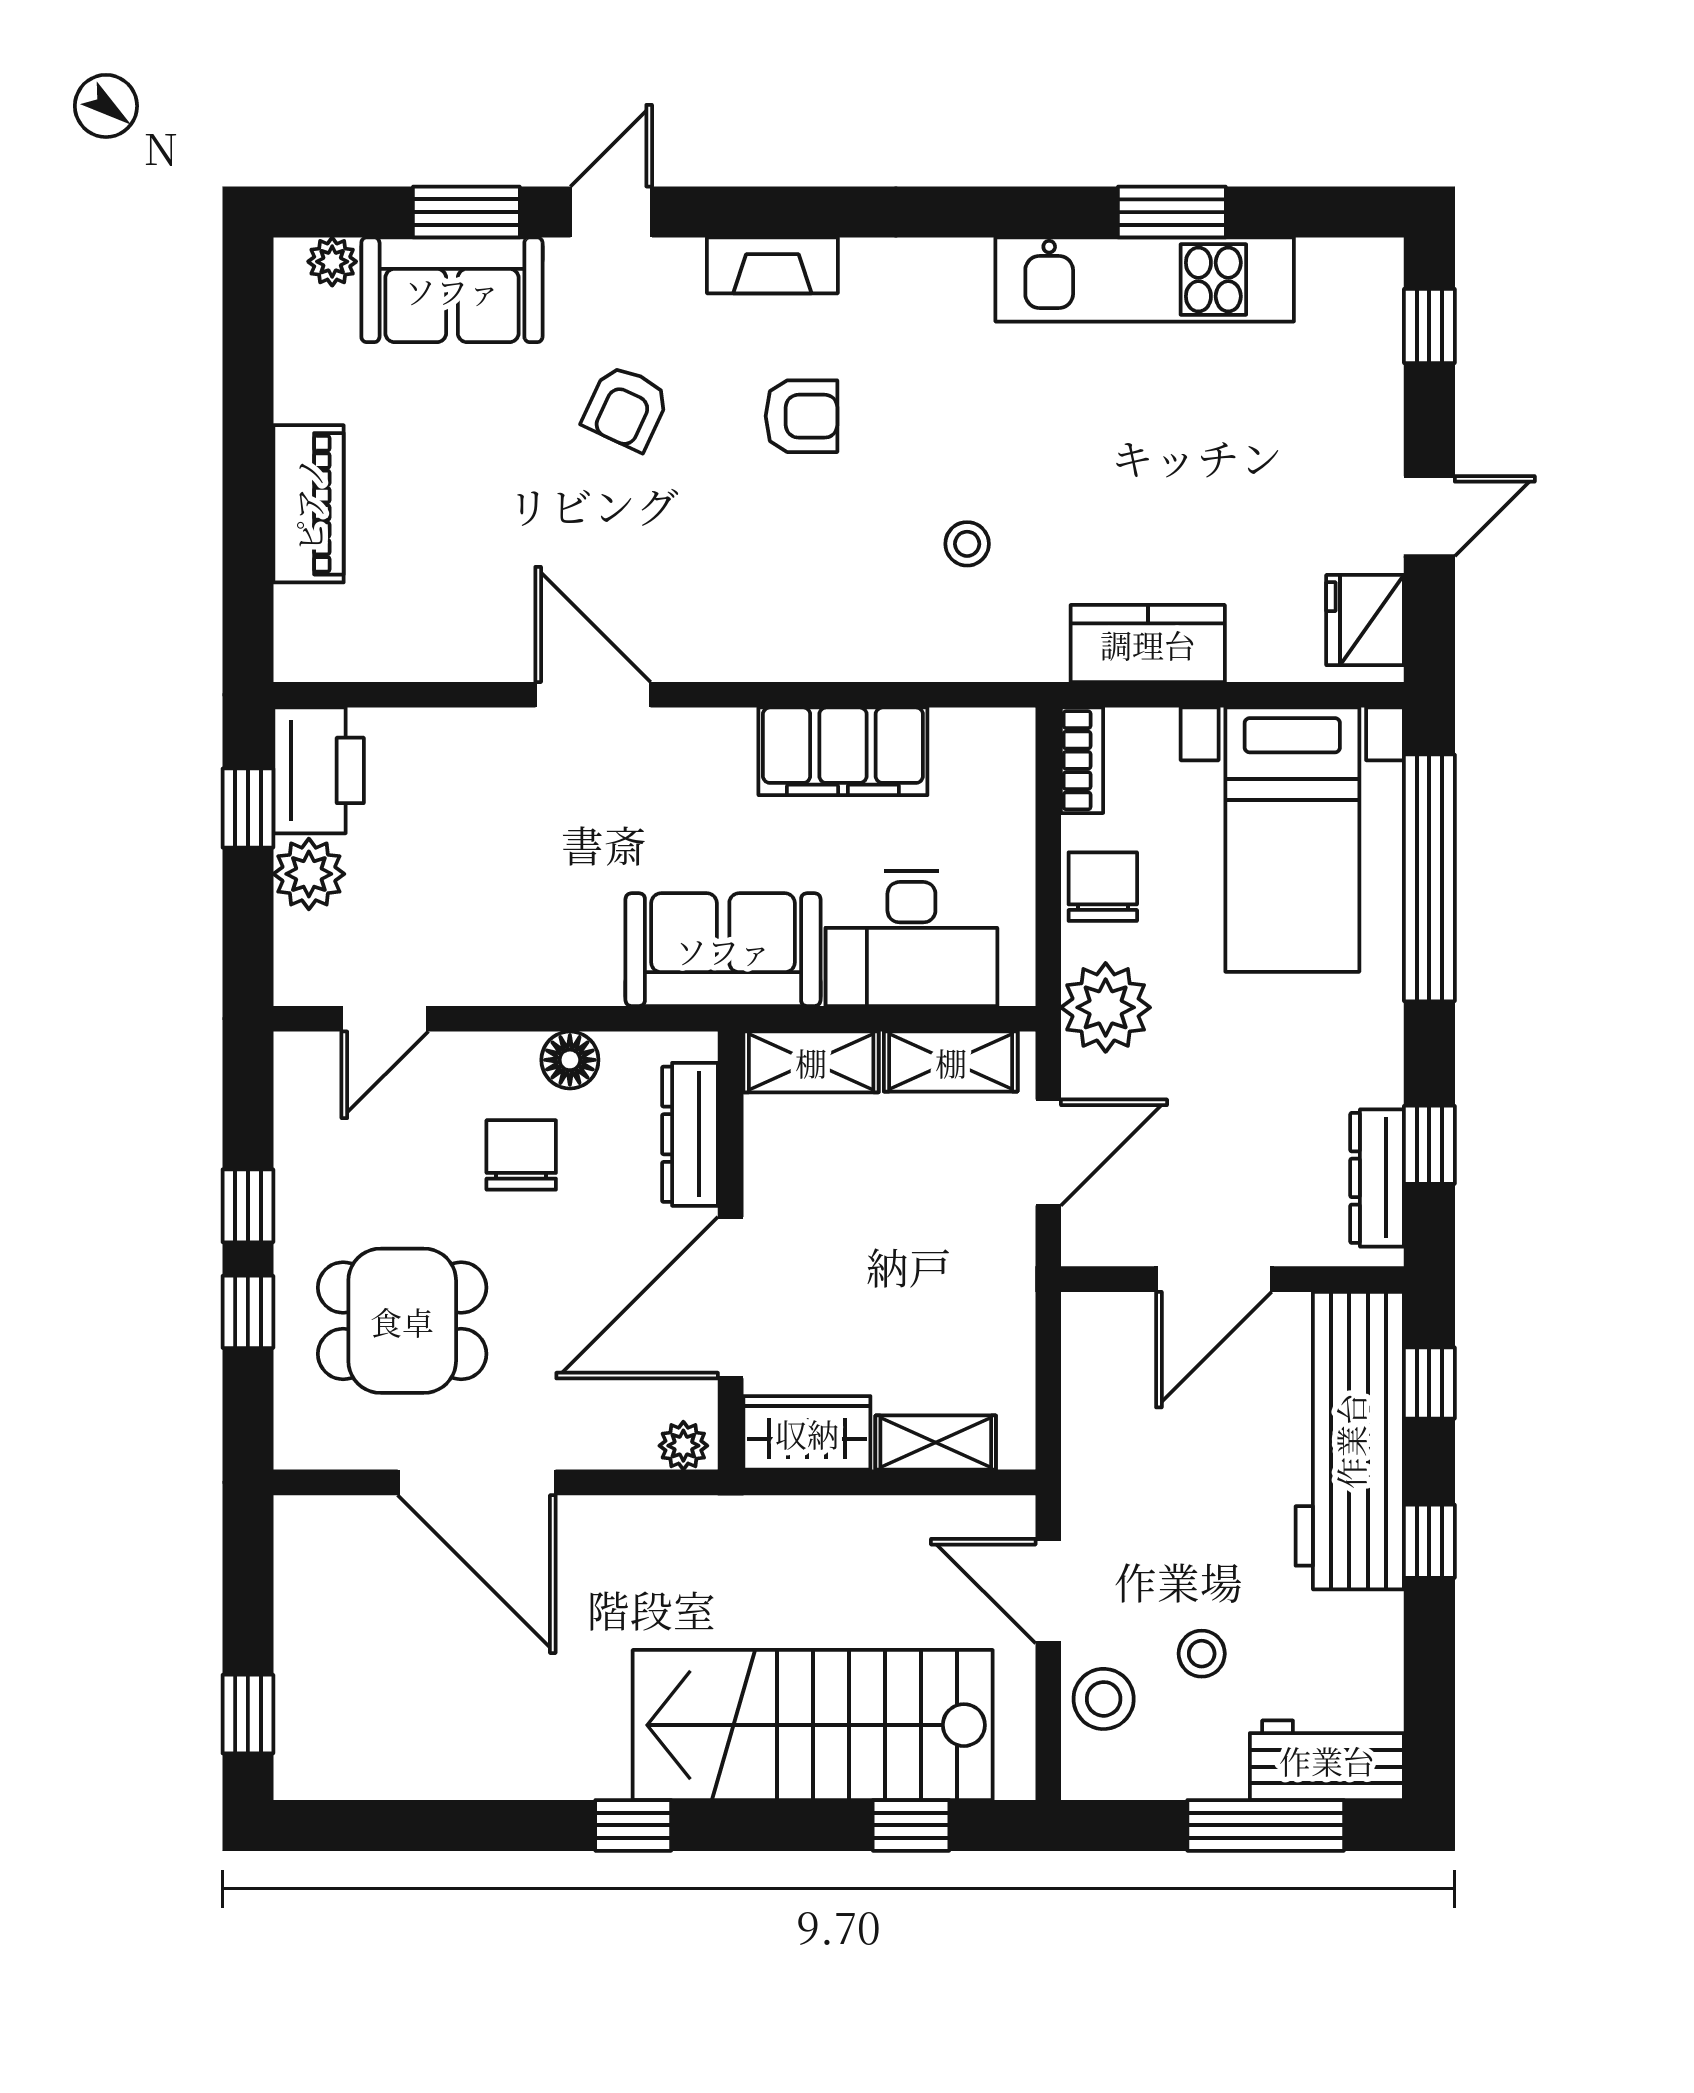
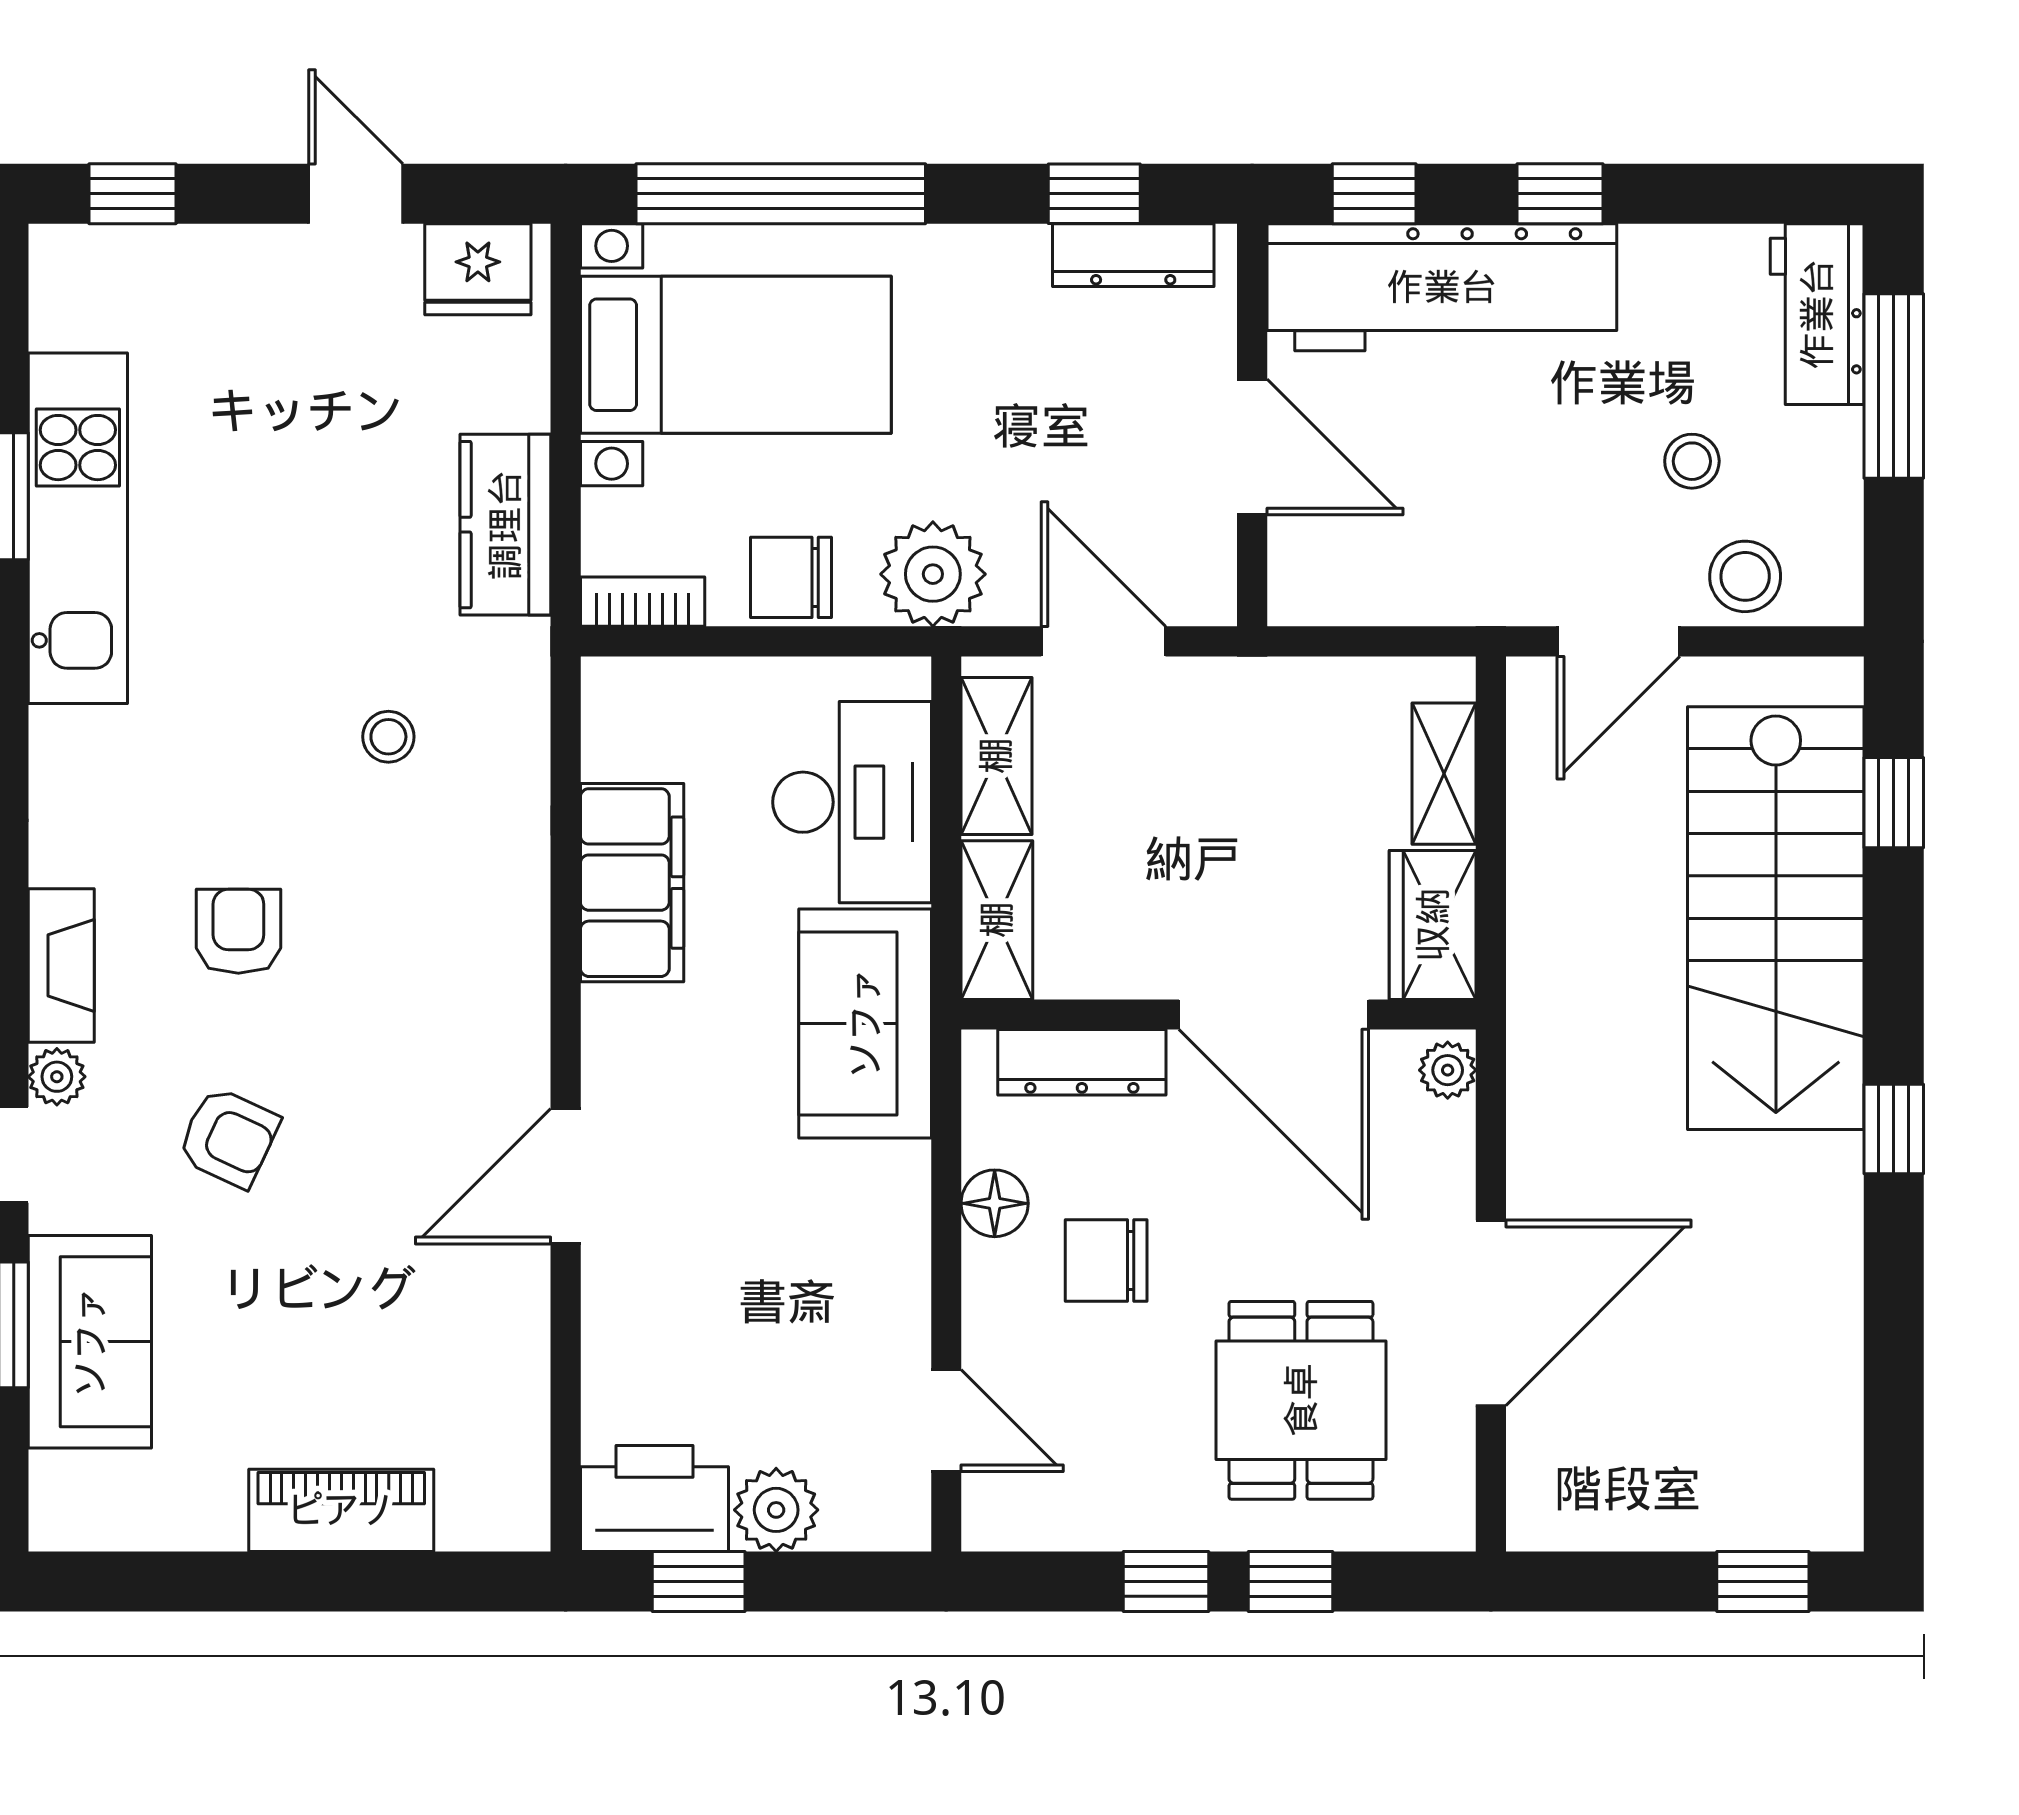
plant: (332, 262) -> (57, 1077), moved

